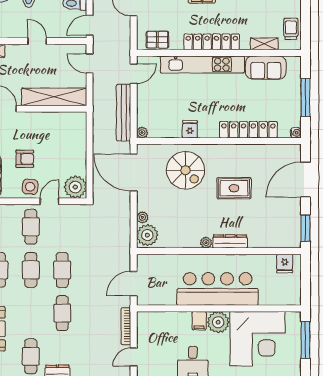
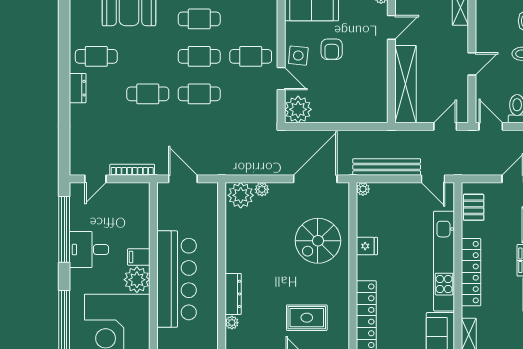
rug: (234, 188) -> (307, 318), moved, turned 90
plant: (206, 243) -> (232, 323), moved
door: (134, 357) -> (95, 179), swing flipped

